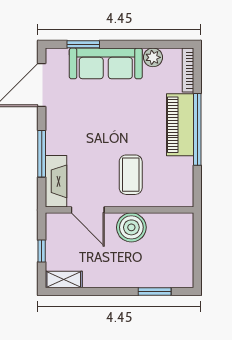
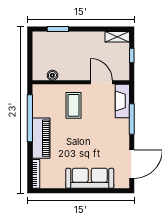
window: (83, 44) -> (104, 191), removed
plant: (153, 57) -> (59, 182), removed
window: (197, 129) -> (30, 118), moved
boiler: (131, 227) -> (52, 75), moved, width x0.54, depth x0.54

